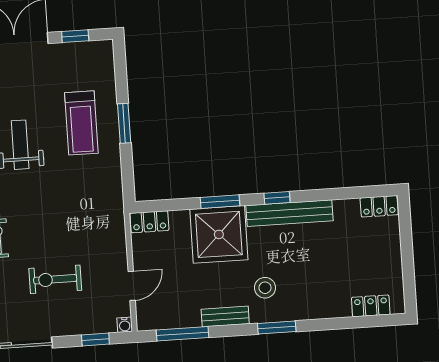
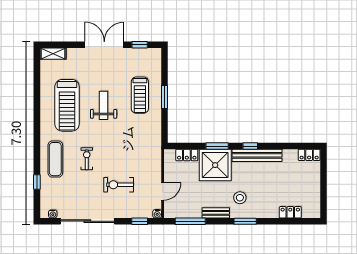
locker: (149, 222) -> (187, 155), moved
locker: (371, 306) -> (290, 212), moved

